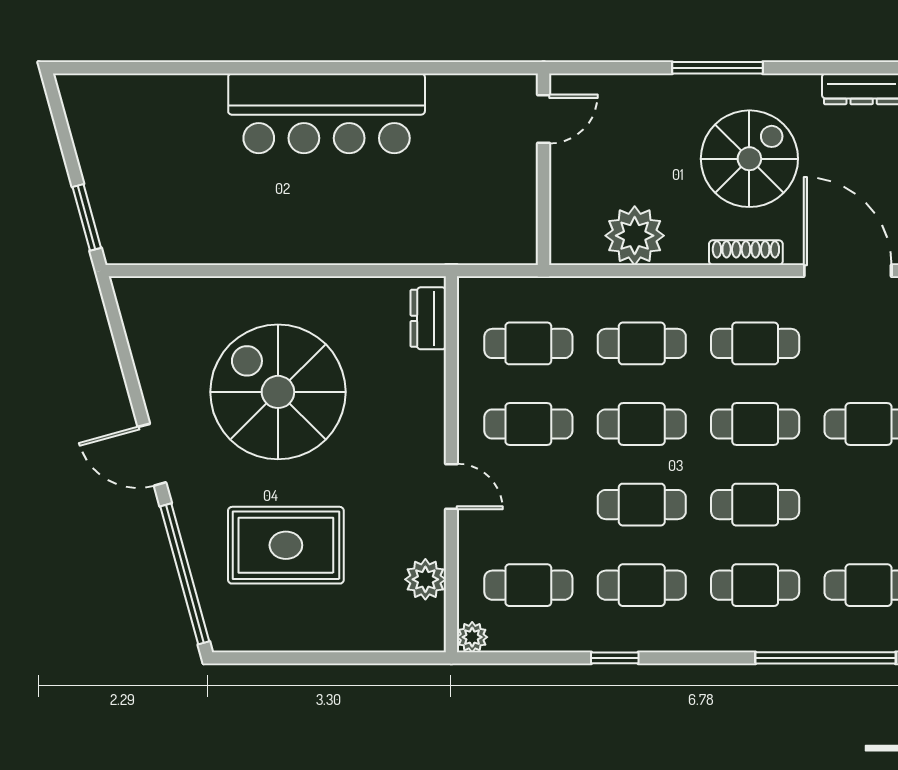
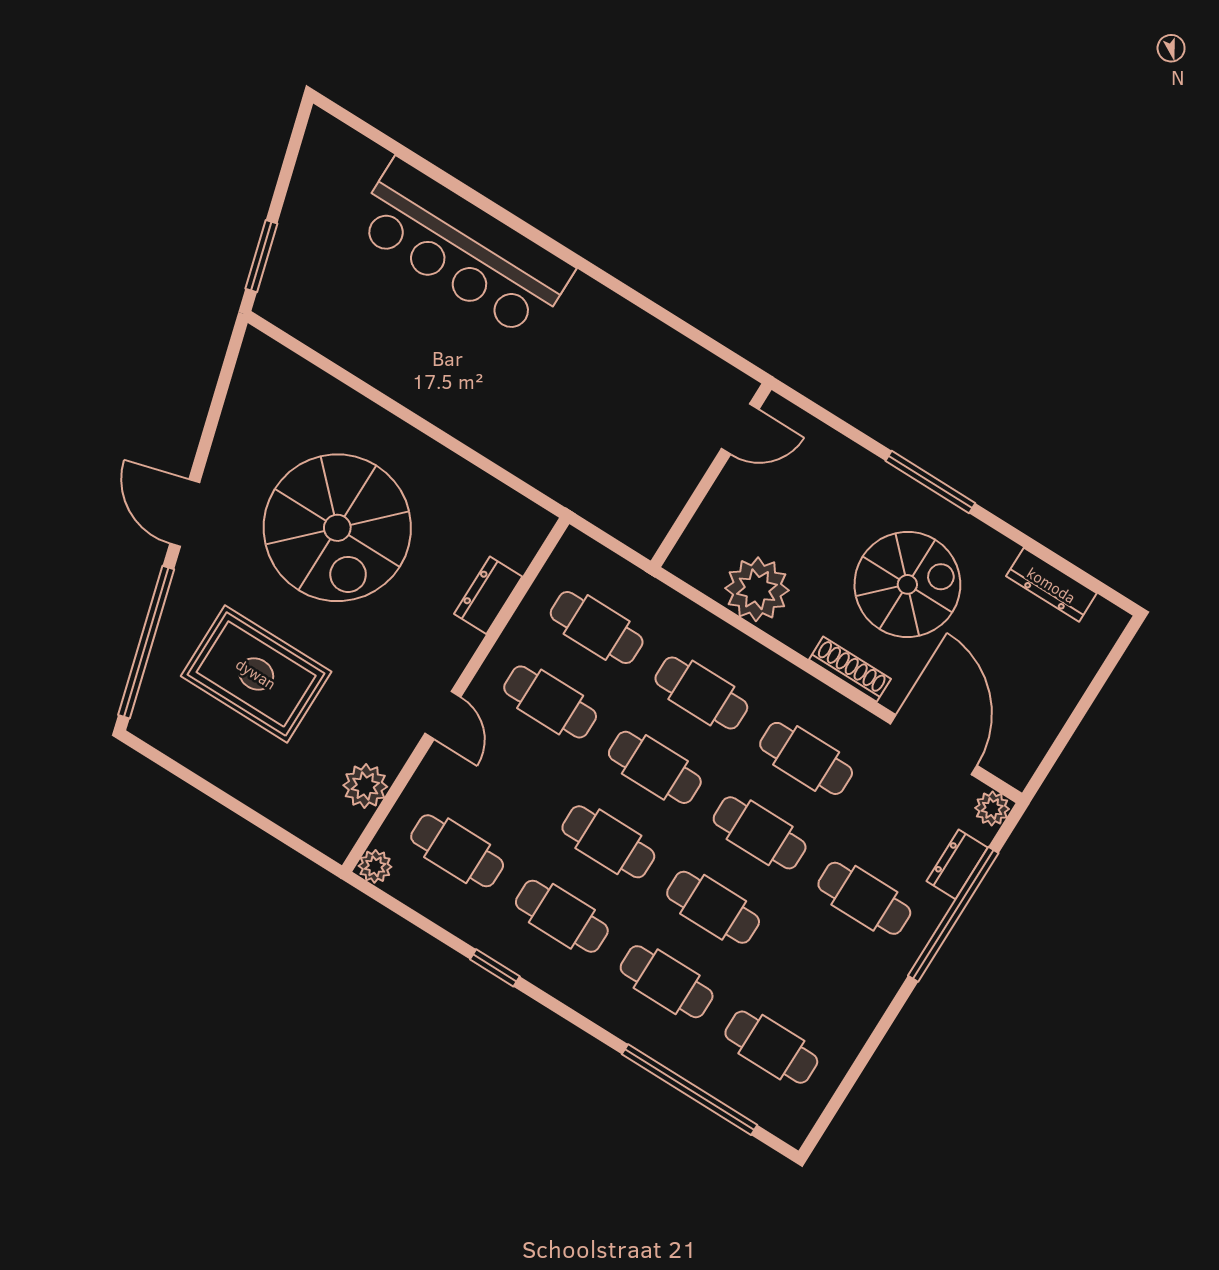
bar counter: (327, 113) -> (463, 248), moved
dresser: (428, 318) -> (488, 595), moved
spiral stairs: (278, 392) -> (337, 528), turned 180

